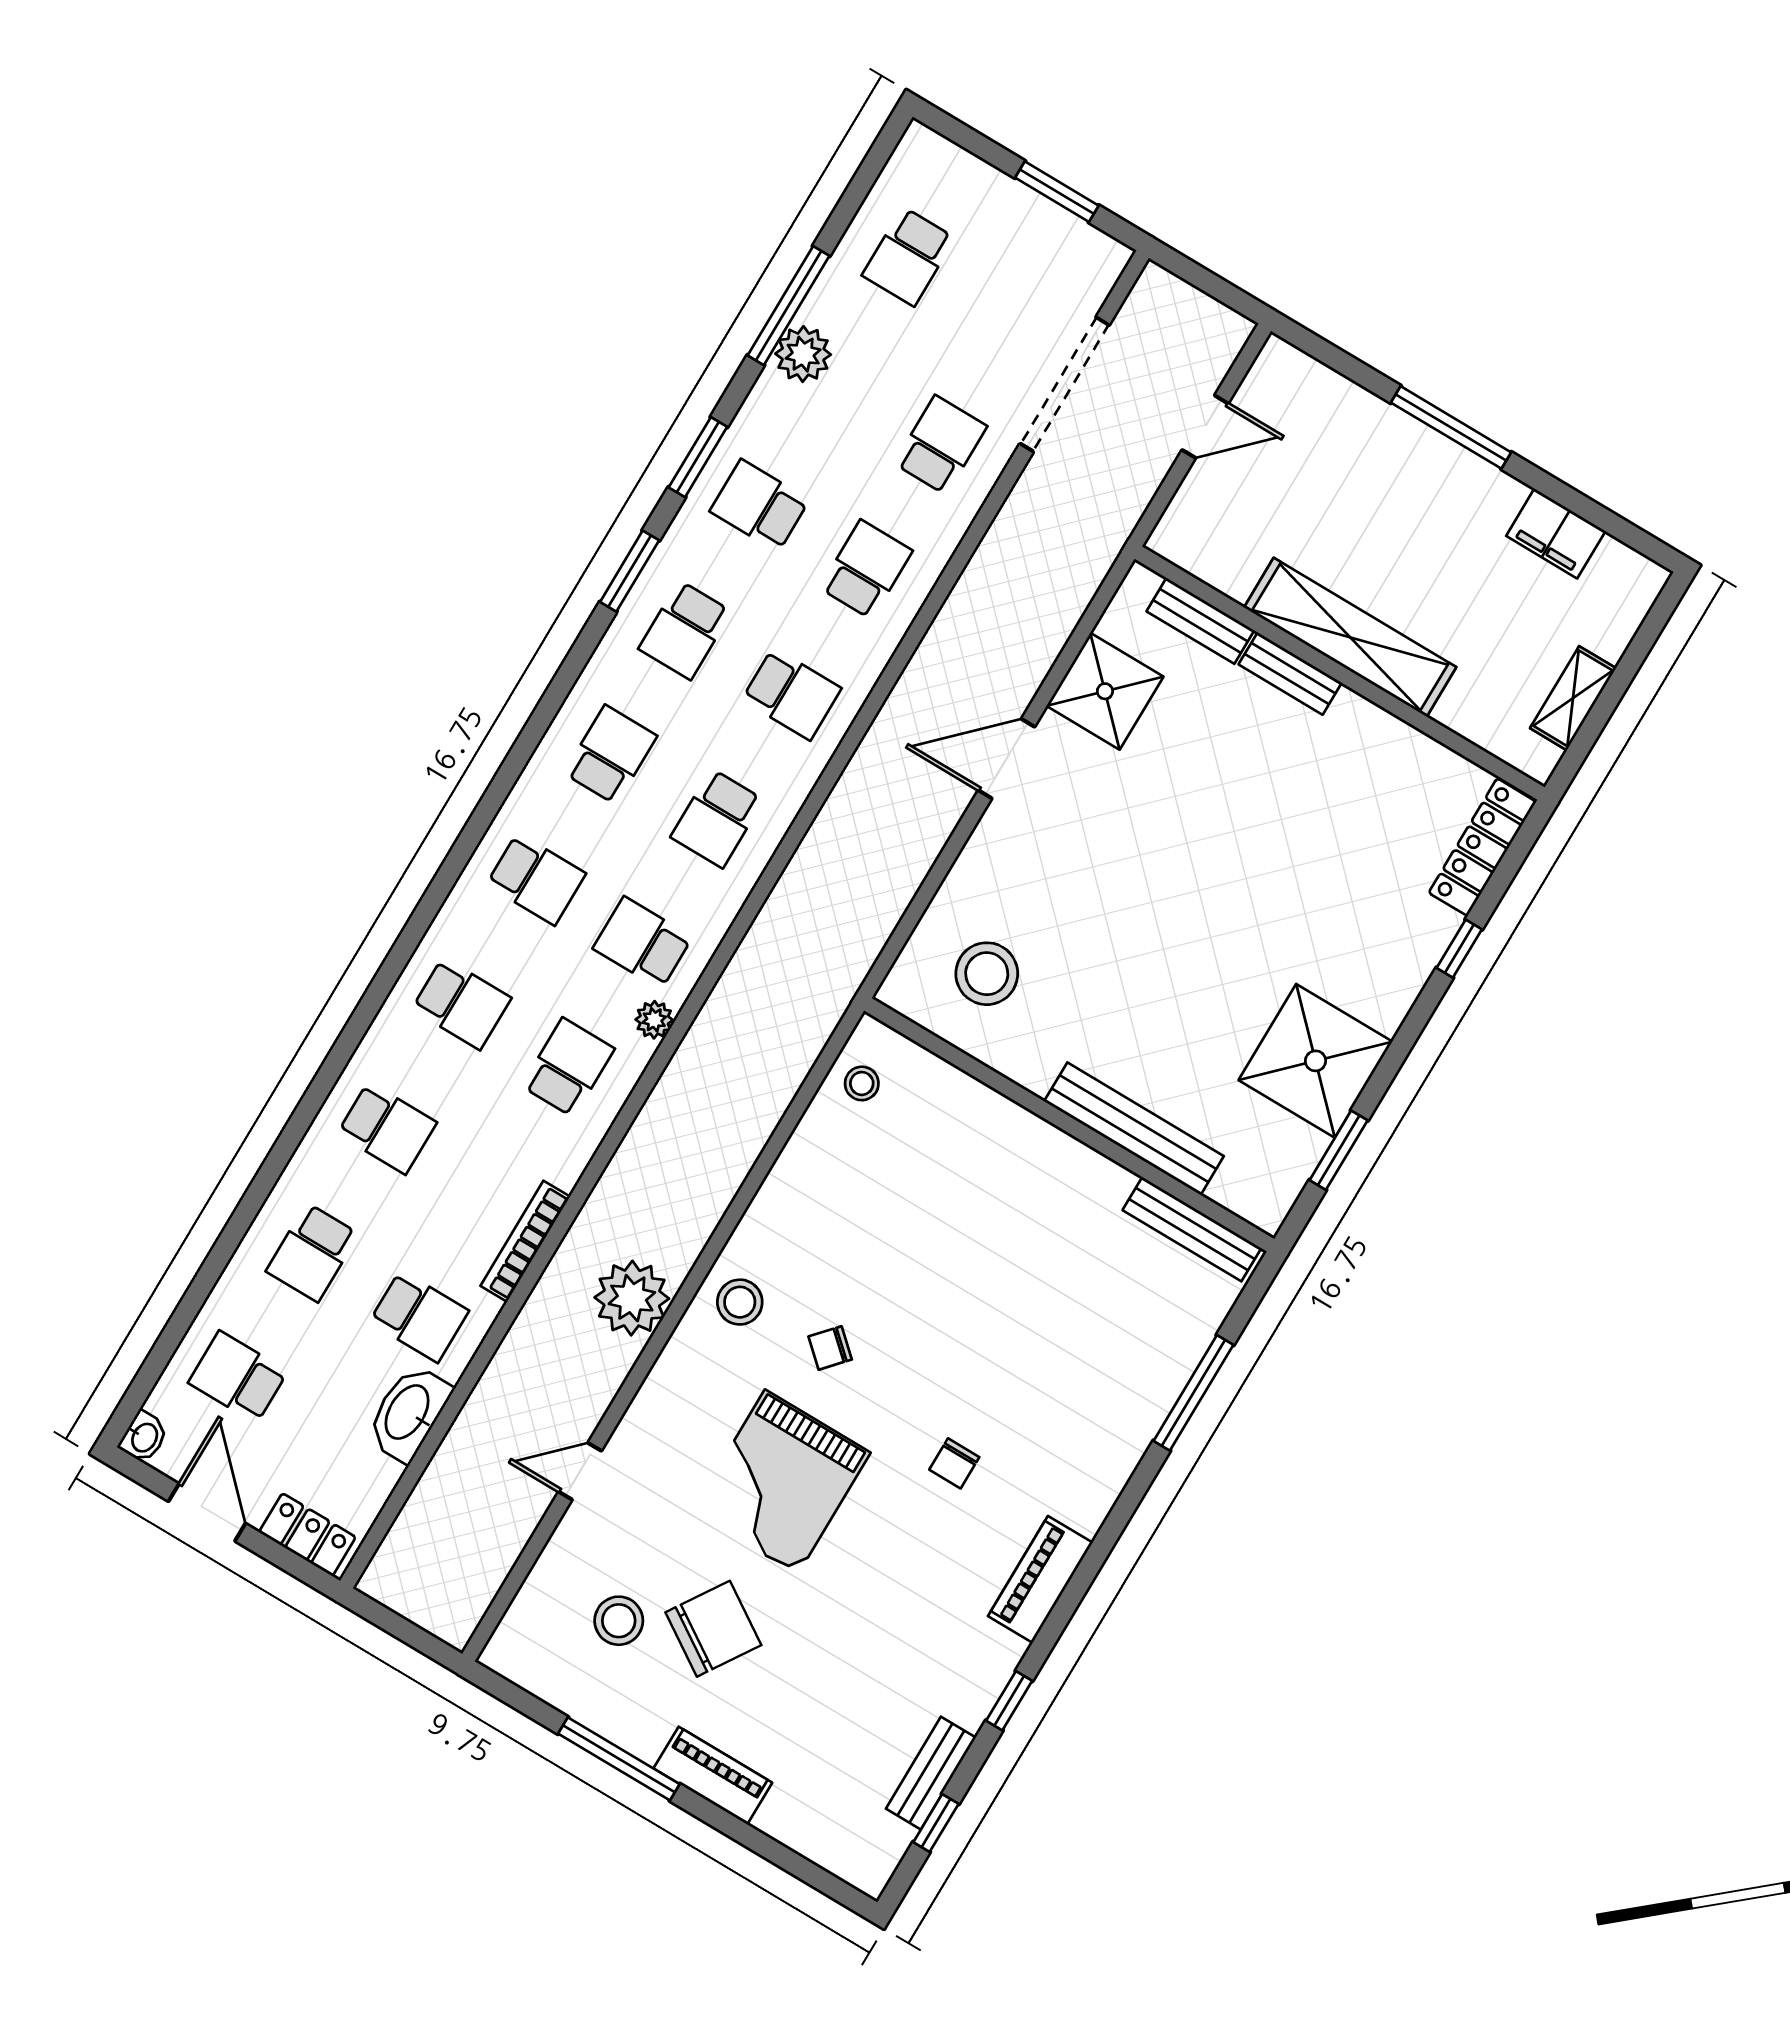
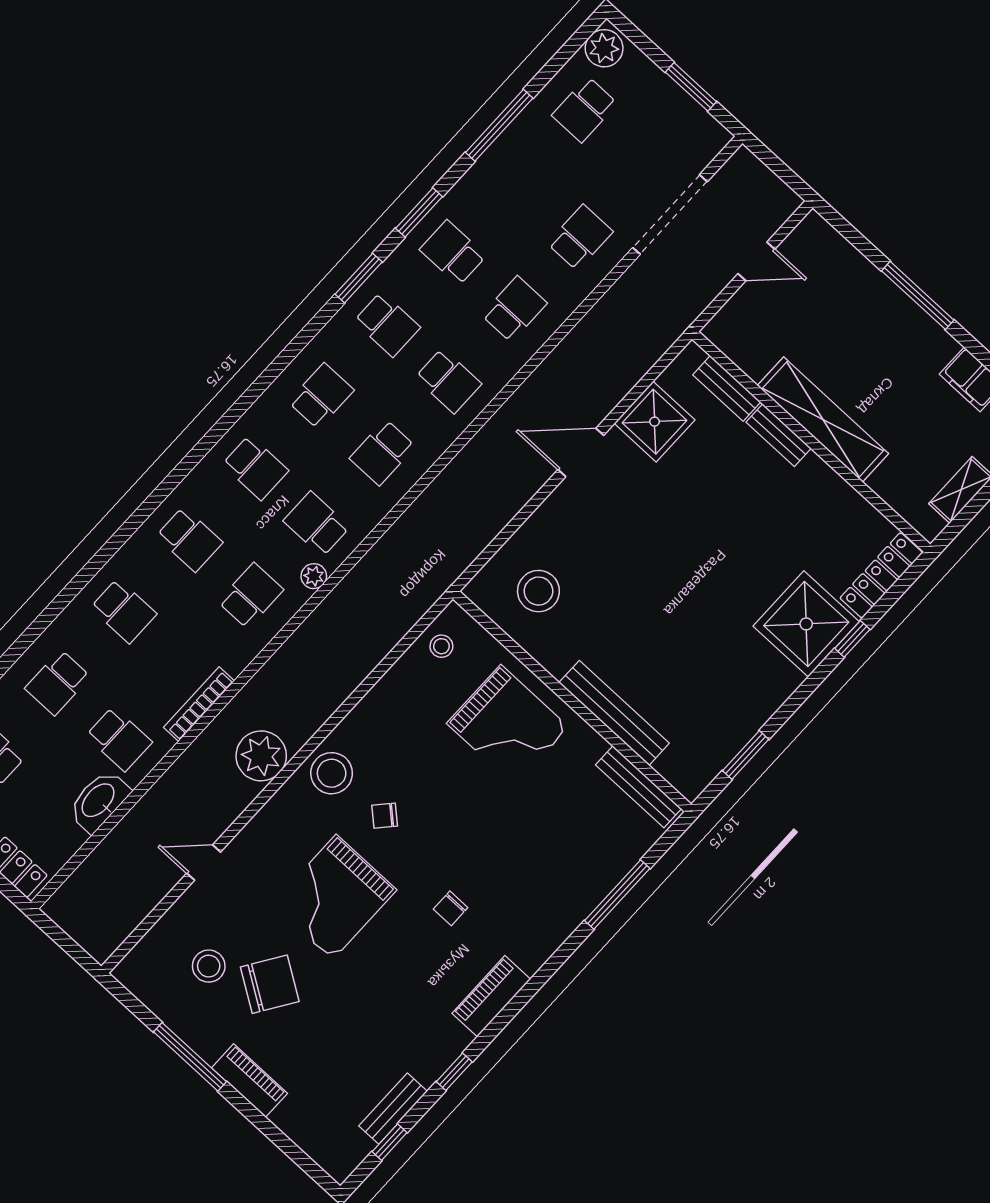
plant: (803, 354) -> (604, 48), moved
school desk: (685, 630) -> (387, 324), turned -90
shower: (1316, 1061) -> (806, 624), moved
grand piano: (982, 1179) -> (508, 725), added
stool: (740, 1302) -> (332, 773), width x1.38, depth x1.38

